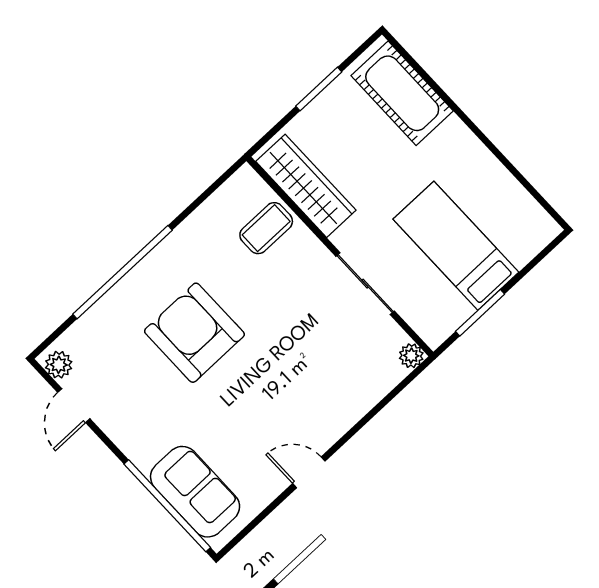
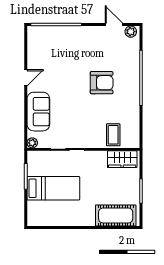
wardrobe: (306, 186) -> (122, 159), width x0.67
armchair: (194, 333) -> (102, 83), width x0.73, depth x0.73
sofa: (195, 492) -> (38, 112), moved, turned -90

